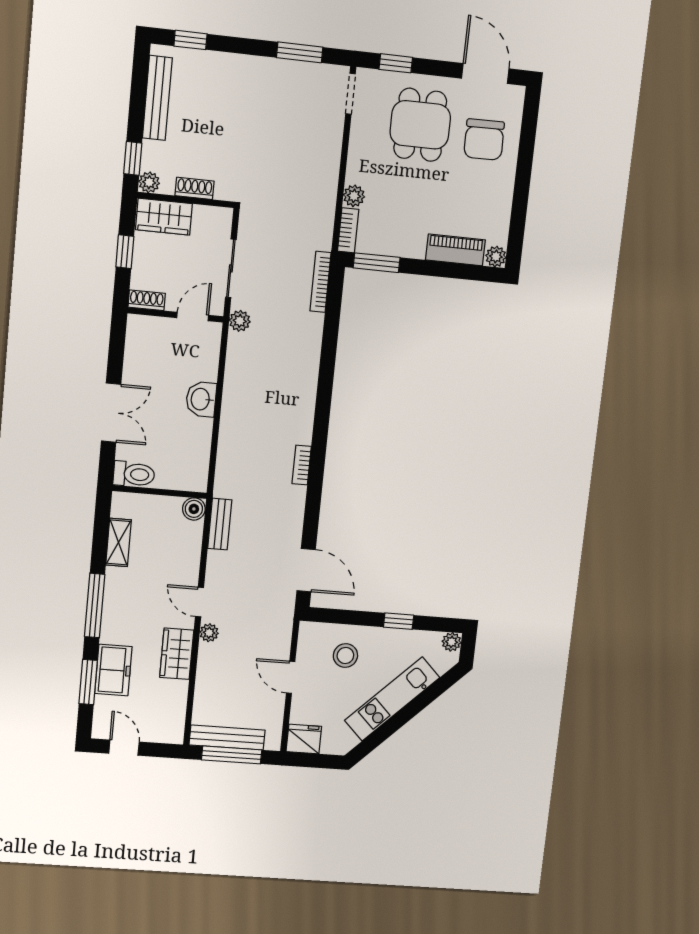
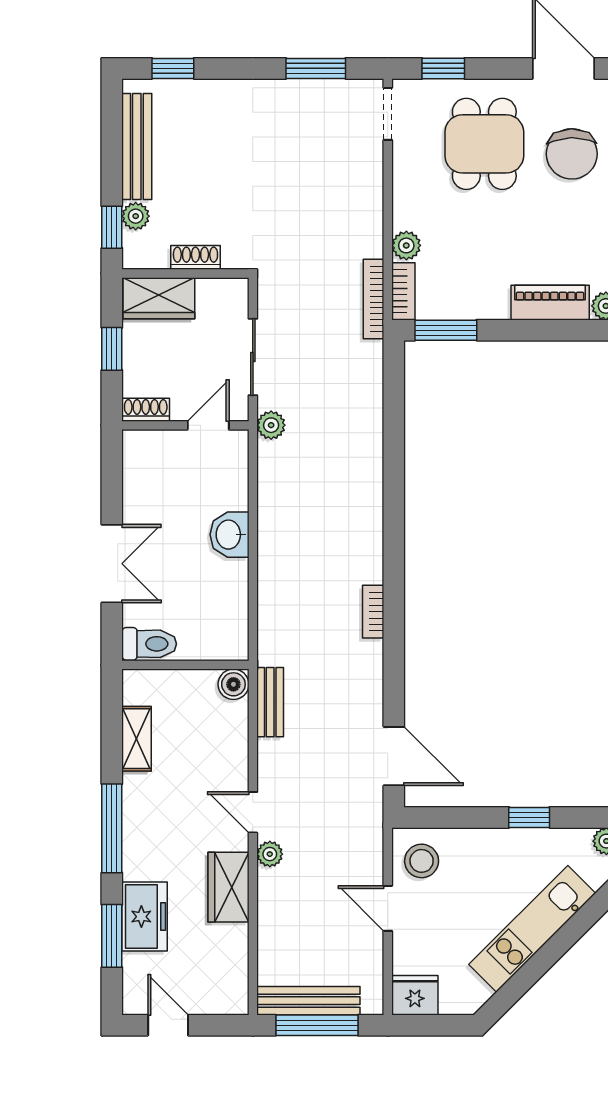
plant: (149, 182) -> (136, 216), moved
bookcase: (321, 282) -> (374, 299), moved
stool: (345, 656) -> (422, 861), moved

